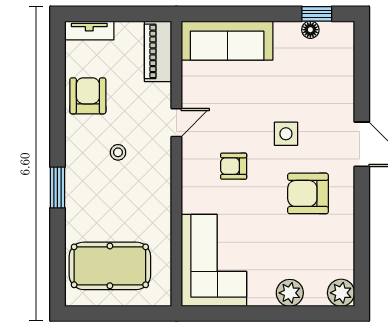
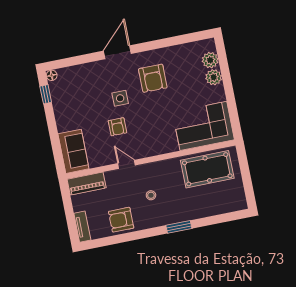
floor lamp: (310, 30) -> (52, 75), moved
sofa: (227, 41) -> (73, 151), width x0.73
armchair: (234, 166) -> (117, 127), moved
pool table: (110, 266) -> (207, 169), moved, turned 90
plant: (341, 293) -> (210, 60), moved

